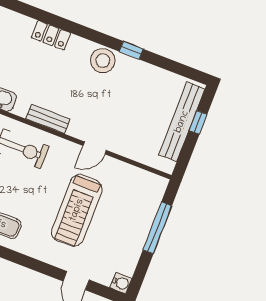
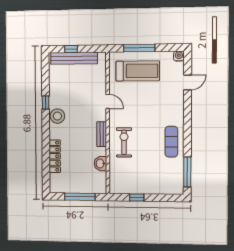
locker: (51, 35) -> (55, 156), width x1.53
treadmill: (77, 210) -> (138, 71), moved

